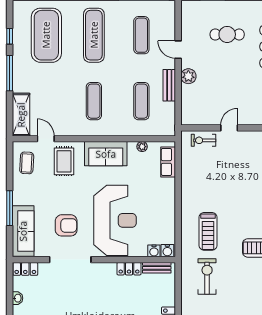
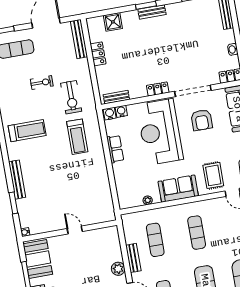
door: (229, 128) -> (75, 230), swing flipped
exercise bike: (203, 140) -> (42, 83), moved
row of seats: (168, 162) -> (115, 149), moved
armchair: (66, 225) -> (202, 120), turned -90
treadmill: (208, 231) -> (77, 137), turned 180
locker: (129, 269) -> (158, 89), moved

